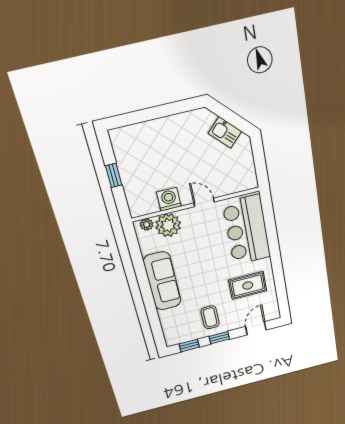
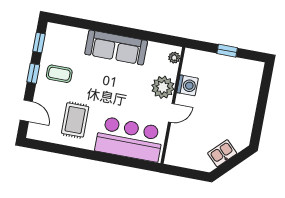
plant: (168, 225) -> (163, 87), moved

